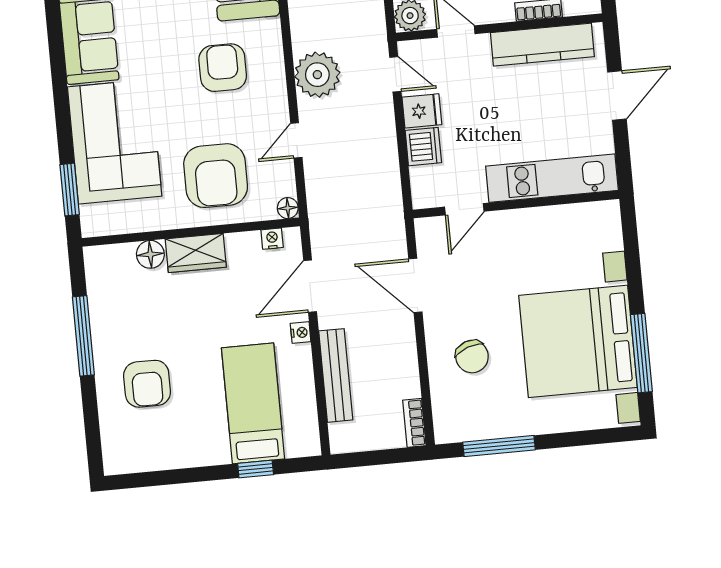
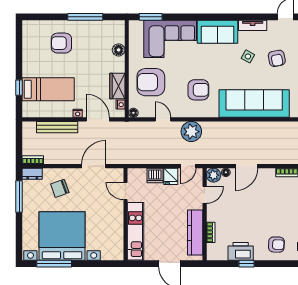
wardrobe: (196, 253) -> (117, 86), moved
dresser: (445, 421) -> (32, 174), added

